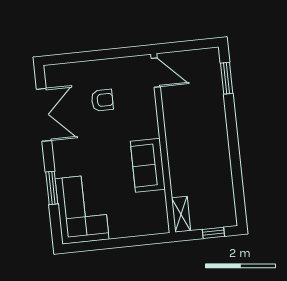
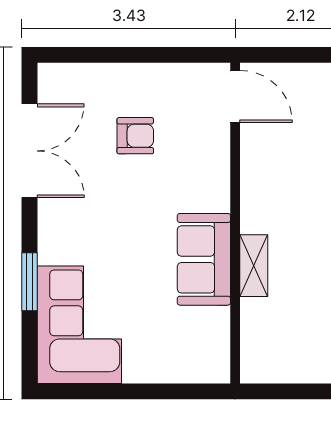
shelving: (181, 214) -> (254, 266), moved
window: (213, 233) -> (307, 391), removed

